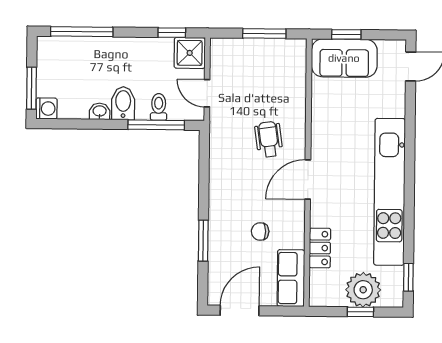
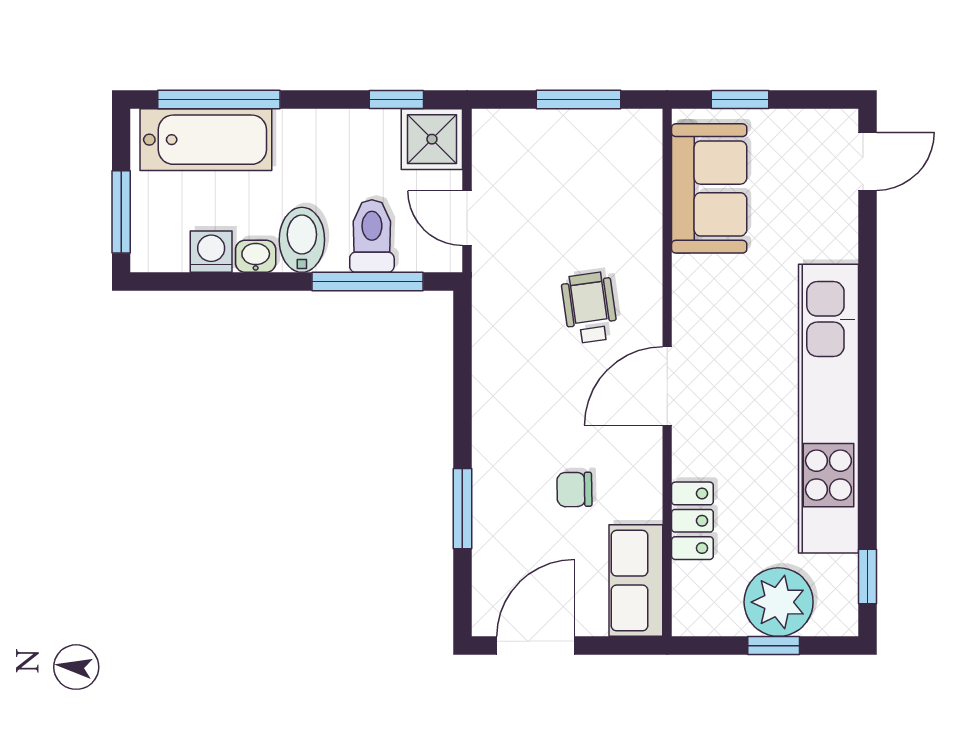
bathtub: (75, 52) -> (206, 140), added
sofa: (344, 58) -> (709, 188), moved, turned -90
toilet: (159, 107) -> (372, 236), width x1.37, depth x1.39
washing machine: (46, 109) -> (211, 252), moved, turned -90

